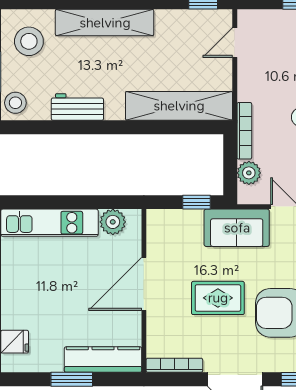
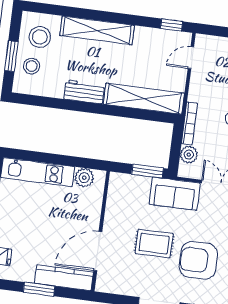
stool: (15, 103) -> (32, 66), moved
workbench: (77, 107) -> (84, 92), moved
window: (196, 202) -> (147, 171), width x1.50
door: (144, 284) -> (98, 251), moved
bookcase: (174, 365) -> (116, 289), removed

